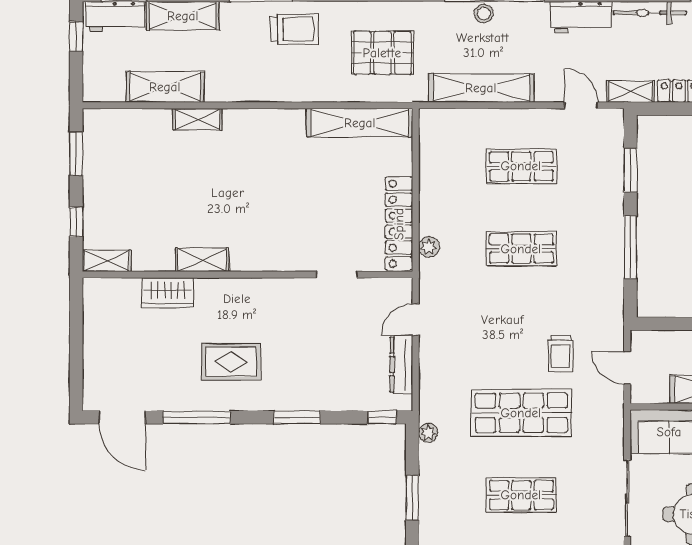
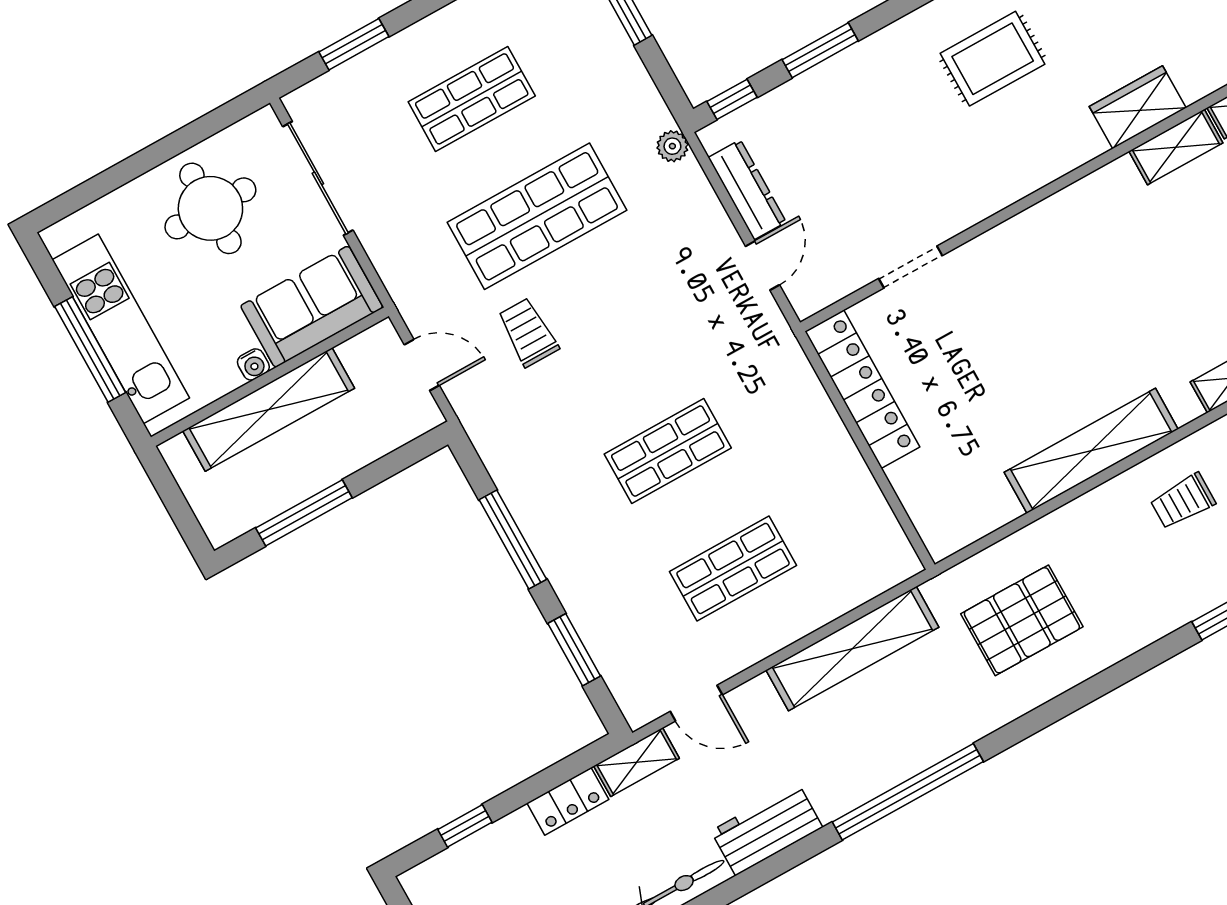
stool: (484, 13) -> (908, 757), removed
trolley: (295, 29) -> (1183, 501), moved, width x0.73, depth x0.72
shelving: (360, 123) -> (1091, 451), moved
plant: (429, 247) -> (801, 380), removed
shelving: (202, 260) -> (1176, 147), moved
window: (297, 417) -> (820, 50), moved
plant: (428, 433) -> (672, 146), moved

